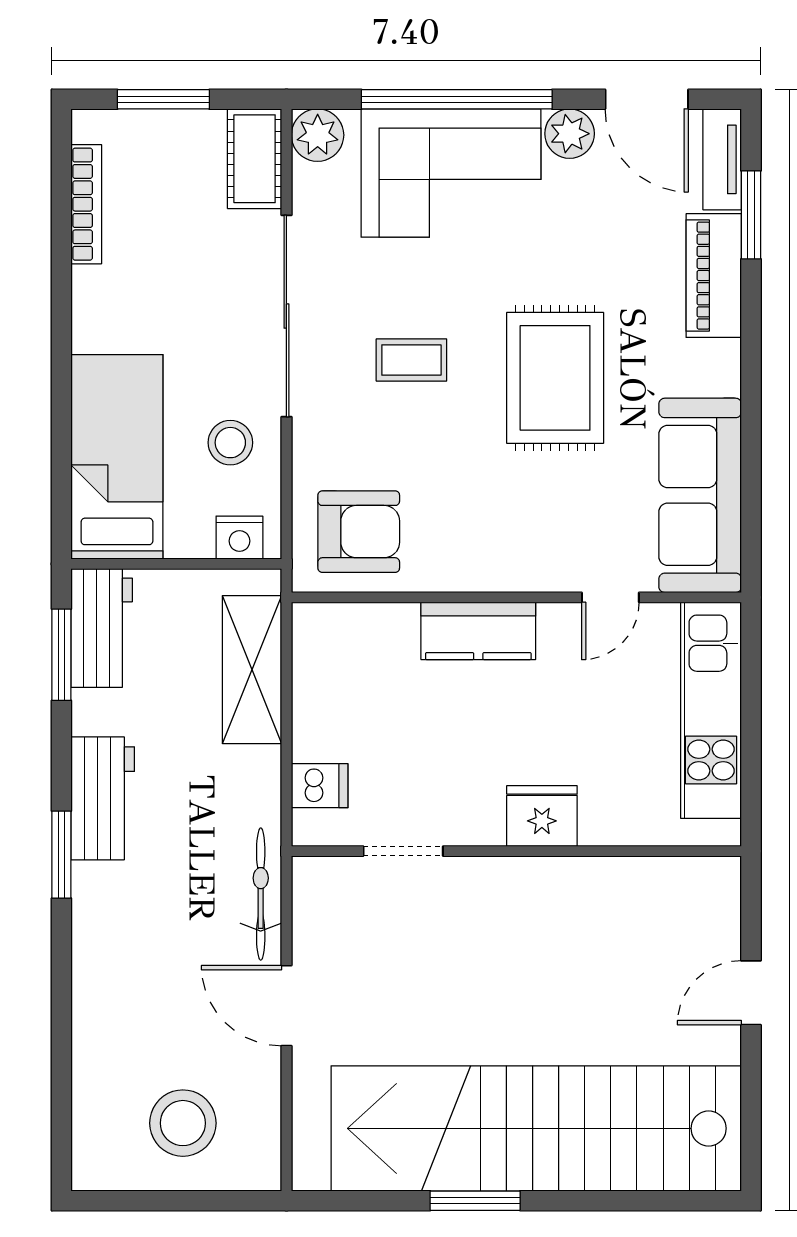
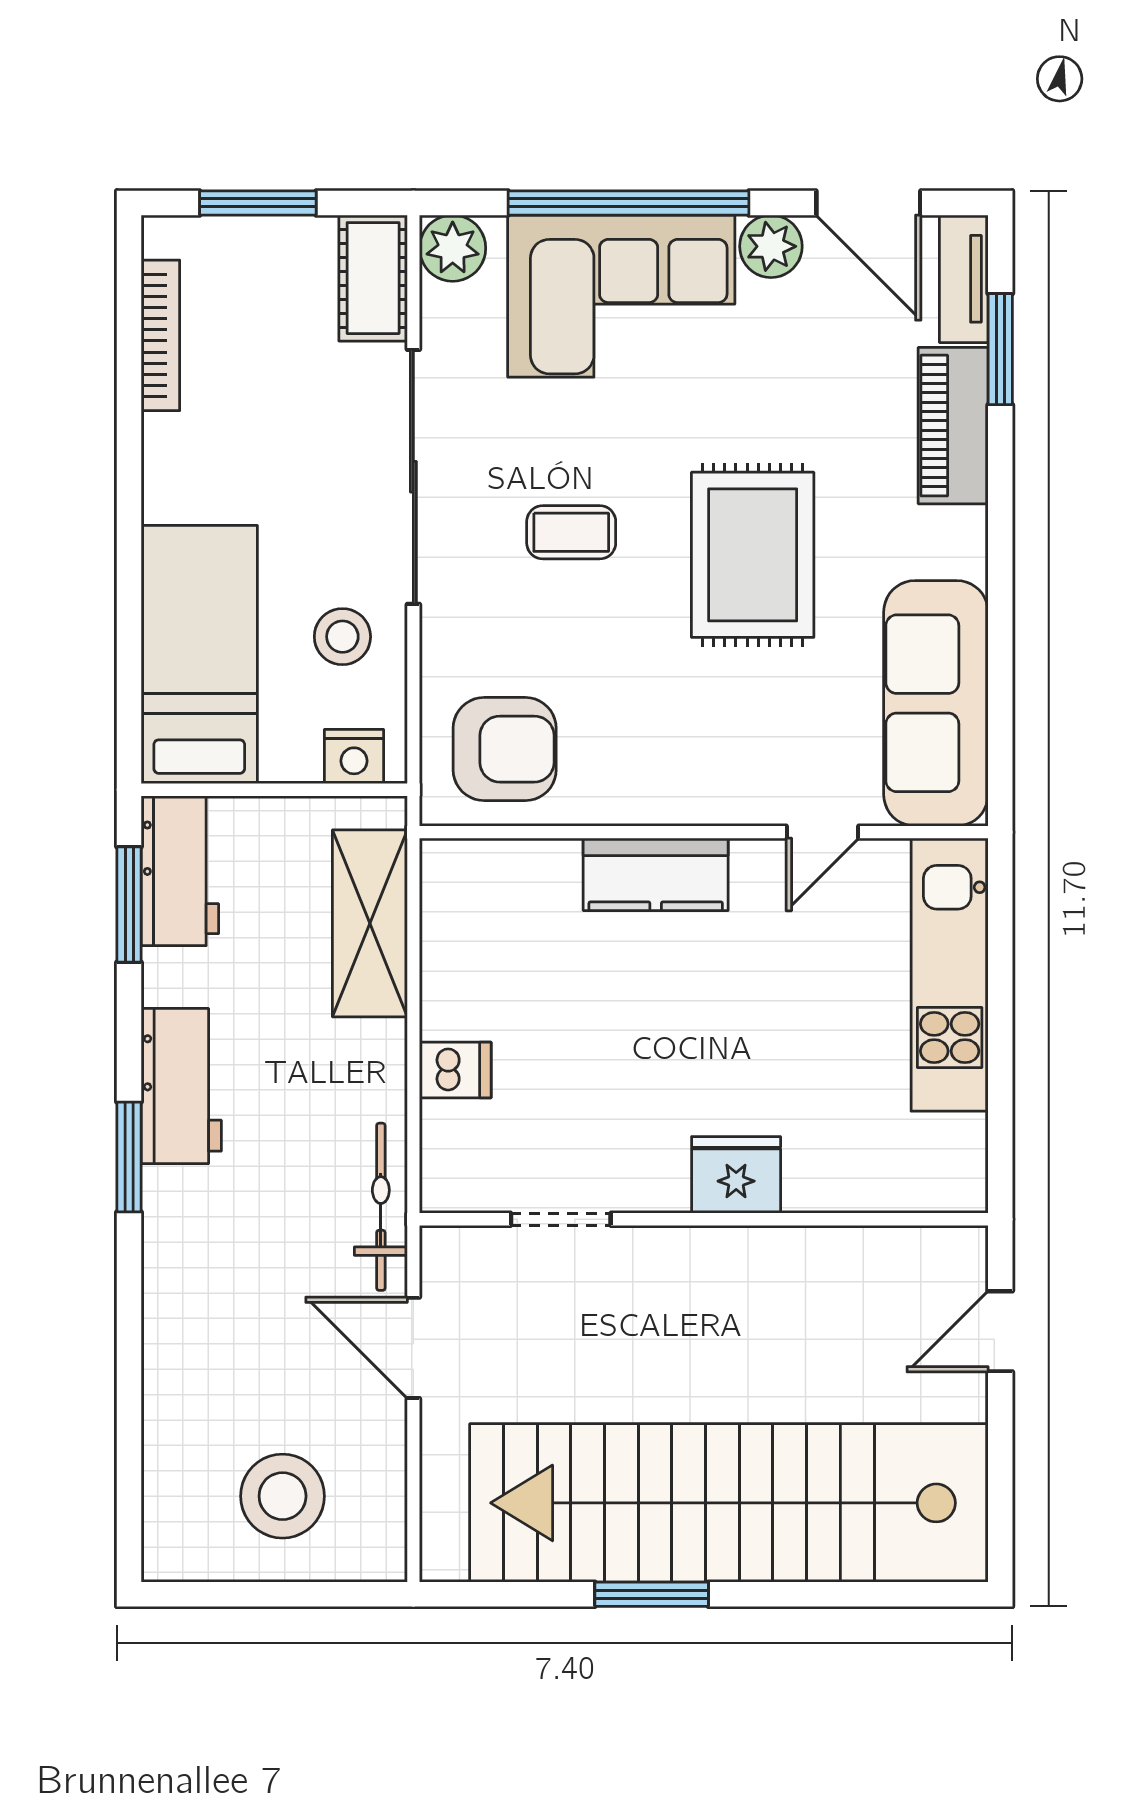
fridge: (542, 816) -> (736, 1175), moved
doorway: (403, 851) -> (561, 1219), moved
wall: (516, 851) -> (704, 1219), moved

